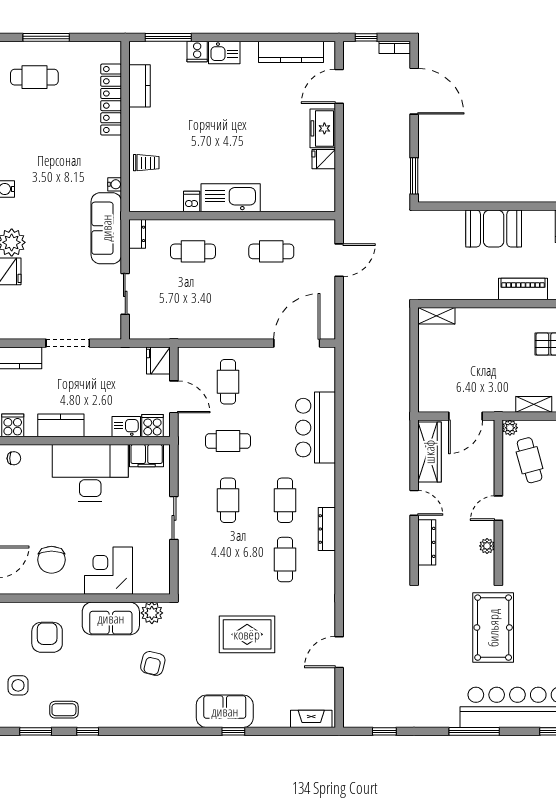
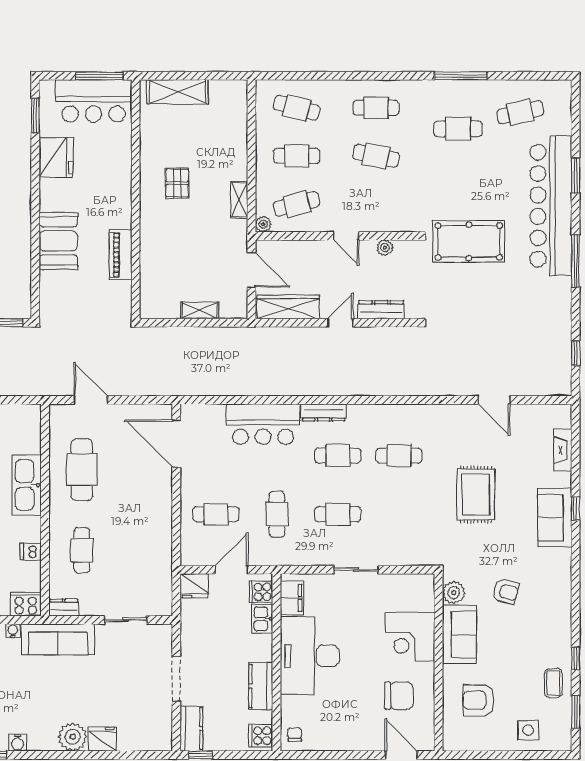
cooker: (140, 197) -> (26, 604), added
kitchen sink: (231, 198) -> (27, 485), moved
cafe table: (271, 251) -> (82, 470), width x1.37, depth x1.35
piano: (523, 289) -> (121, 255), moved
shelving: (436, 316) -> (200, 310), moved, turned 90
dresser: (327, 529) -> (323, 412), moved
fireplace: (311, 719) -> (563, 450), moved

